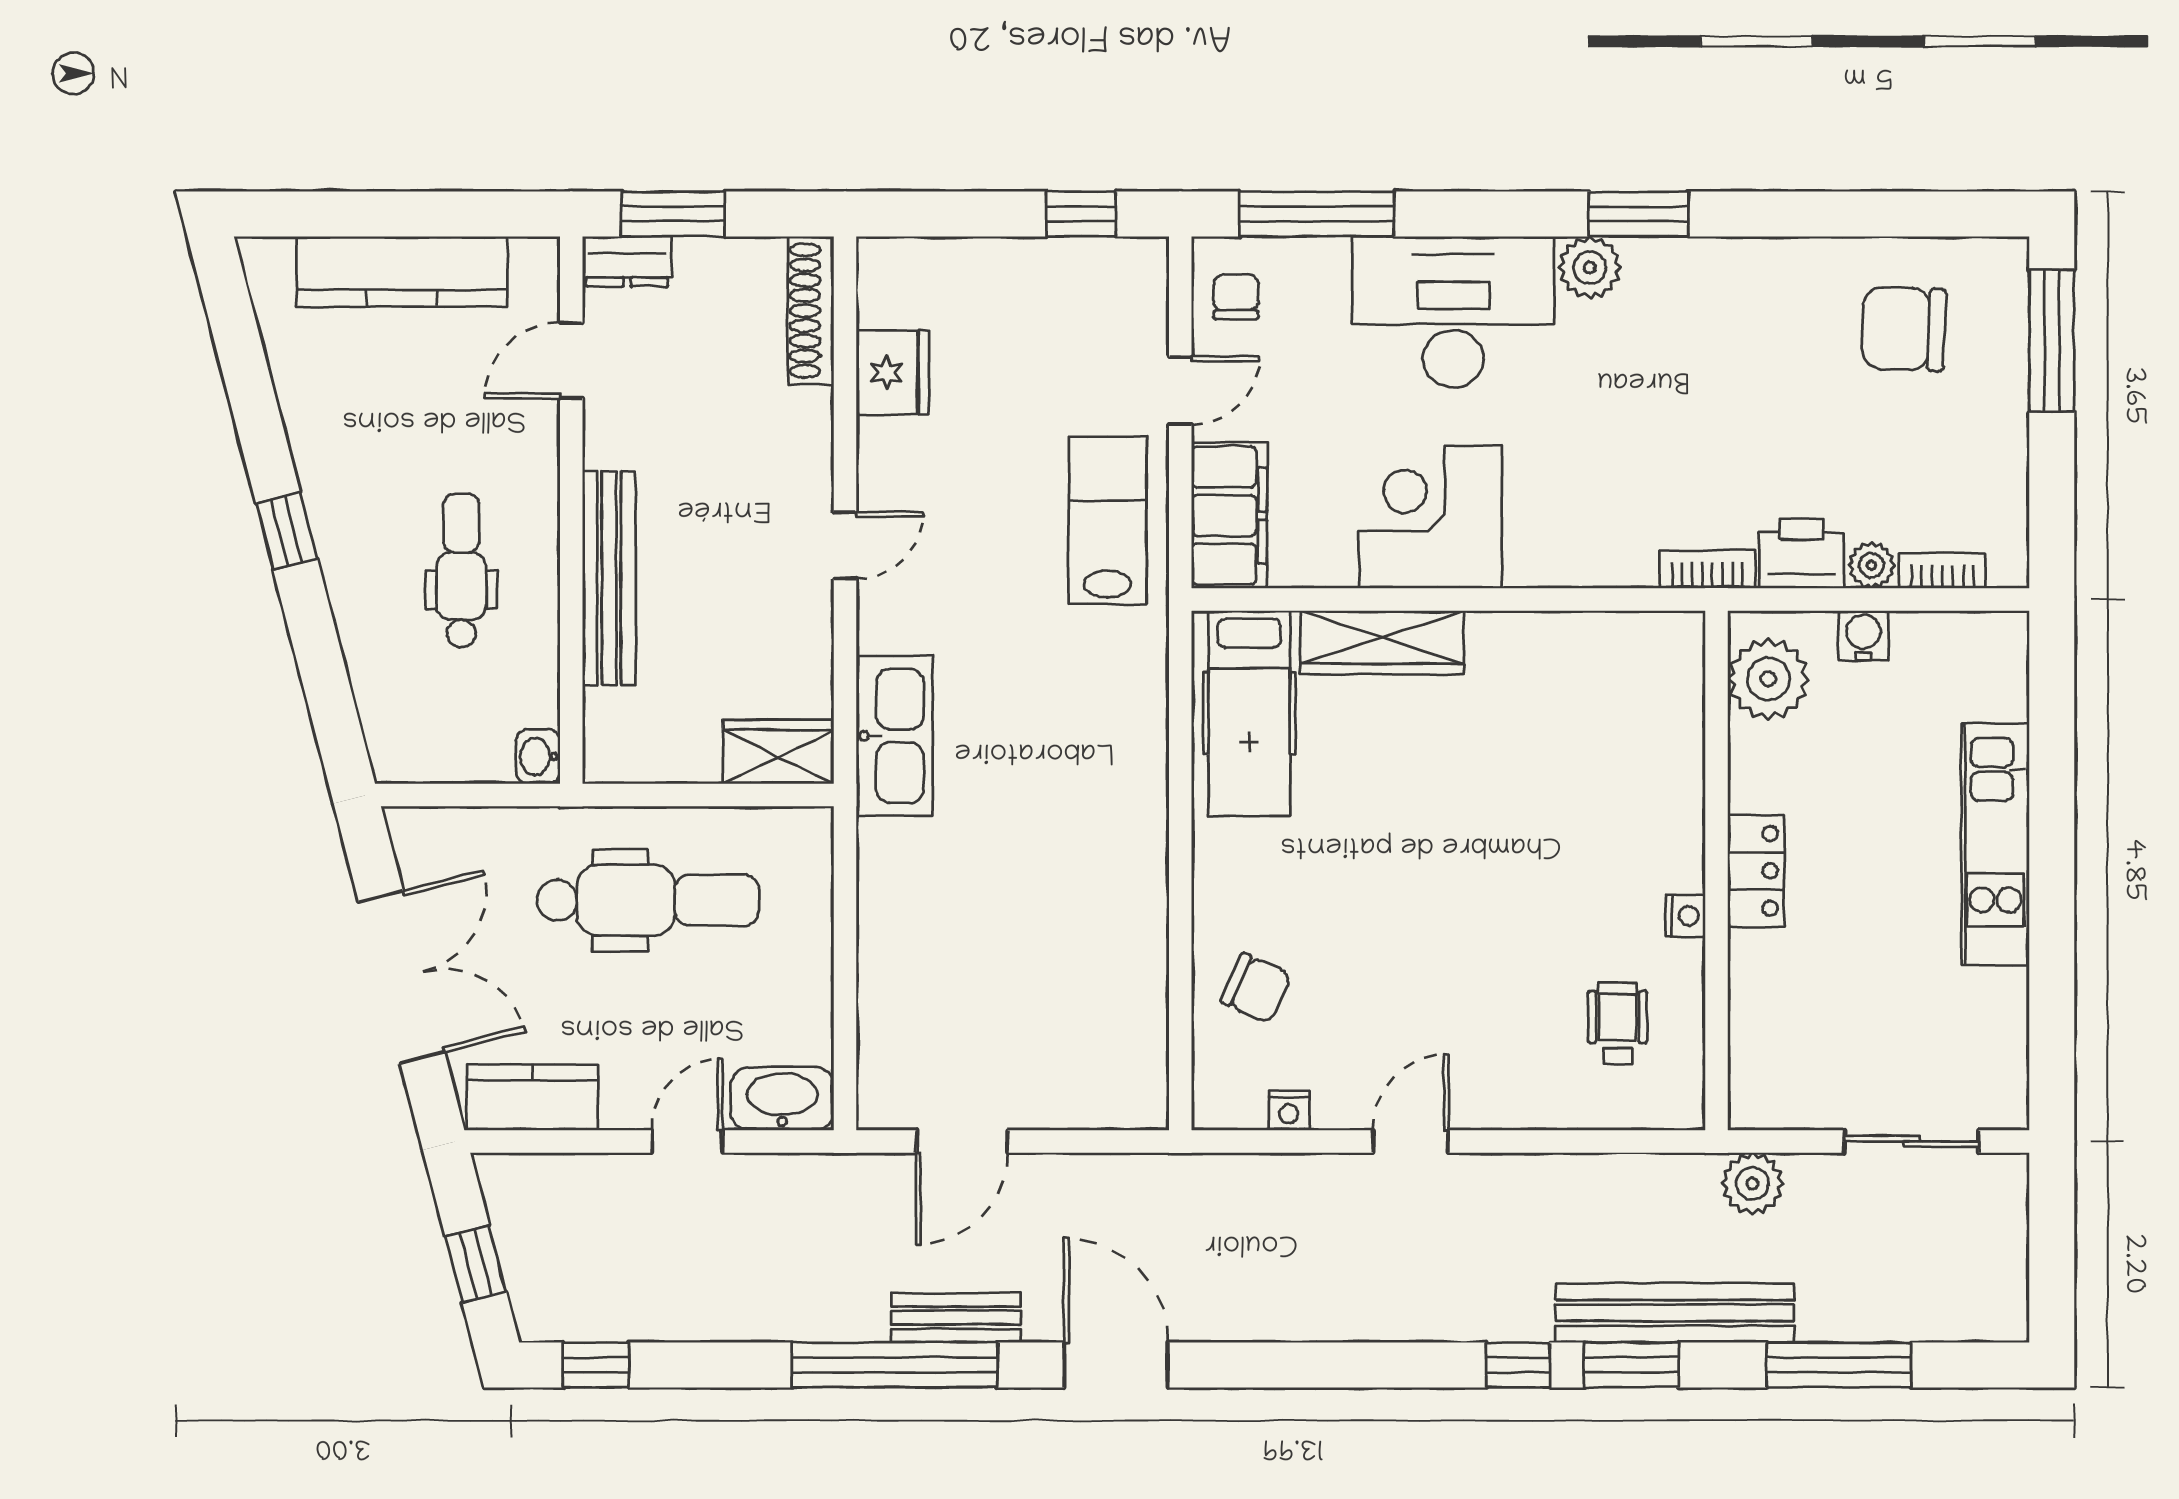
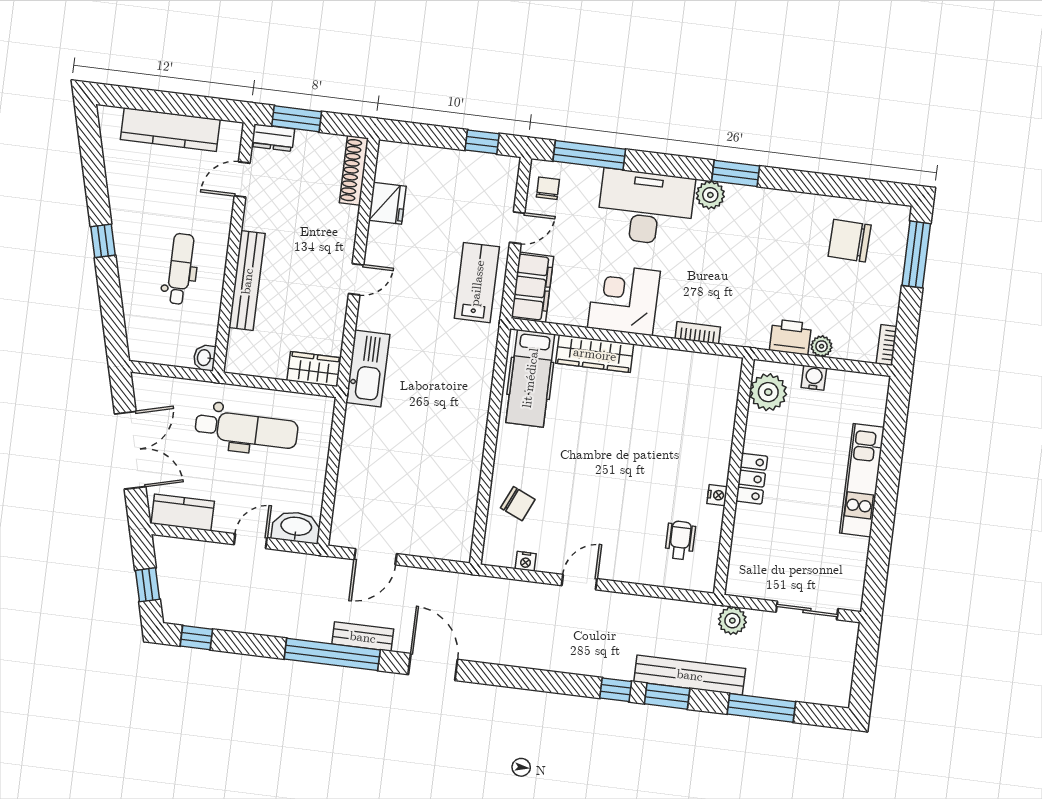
bookcase: (1707, 569) -> (698, 333), moved
bookcase: (1942, 571) -> (887, 345), moved, turned -90

